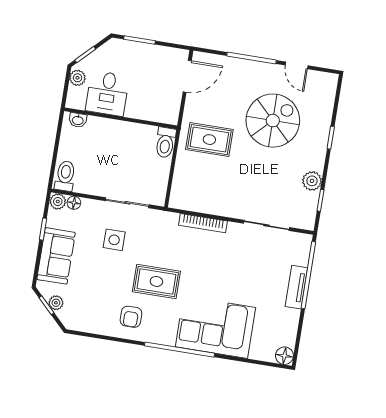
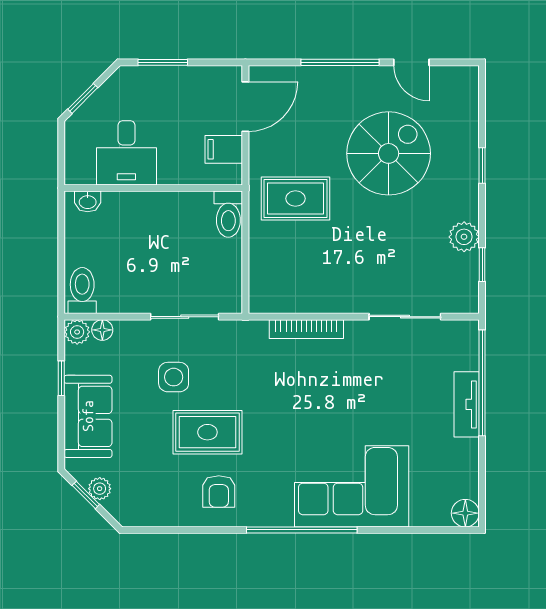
plant: (77, 78) -> (77, 136), removed
filing cabinet: (169, 101) -> (224, 149), added
rug: (156, 281) -> (207, 432), moved

